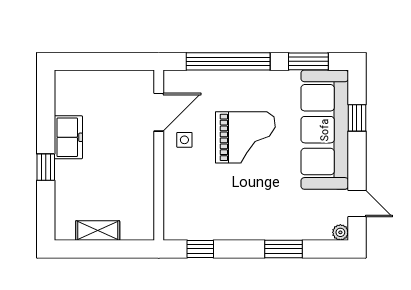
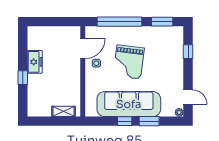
sofa: (325, 130) -> (129, 104), moved, turned 90
grand piano: (245, 137) -> (129, 62), turned 97
shelving: (98, 231) -> (64, 111), moved
window: (200, 249) -> (125, 121), moved

